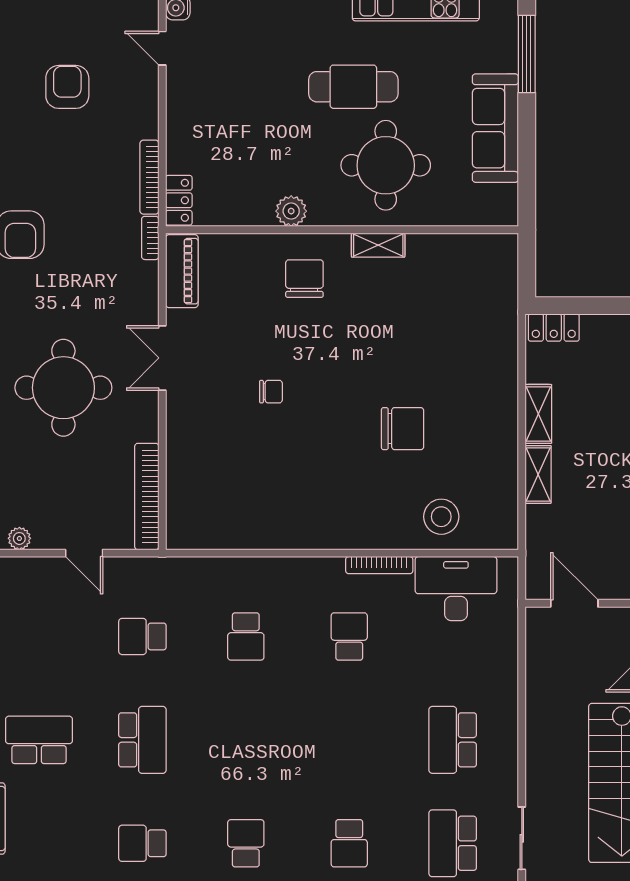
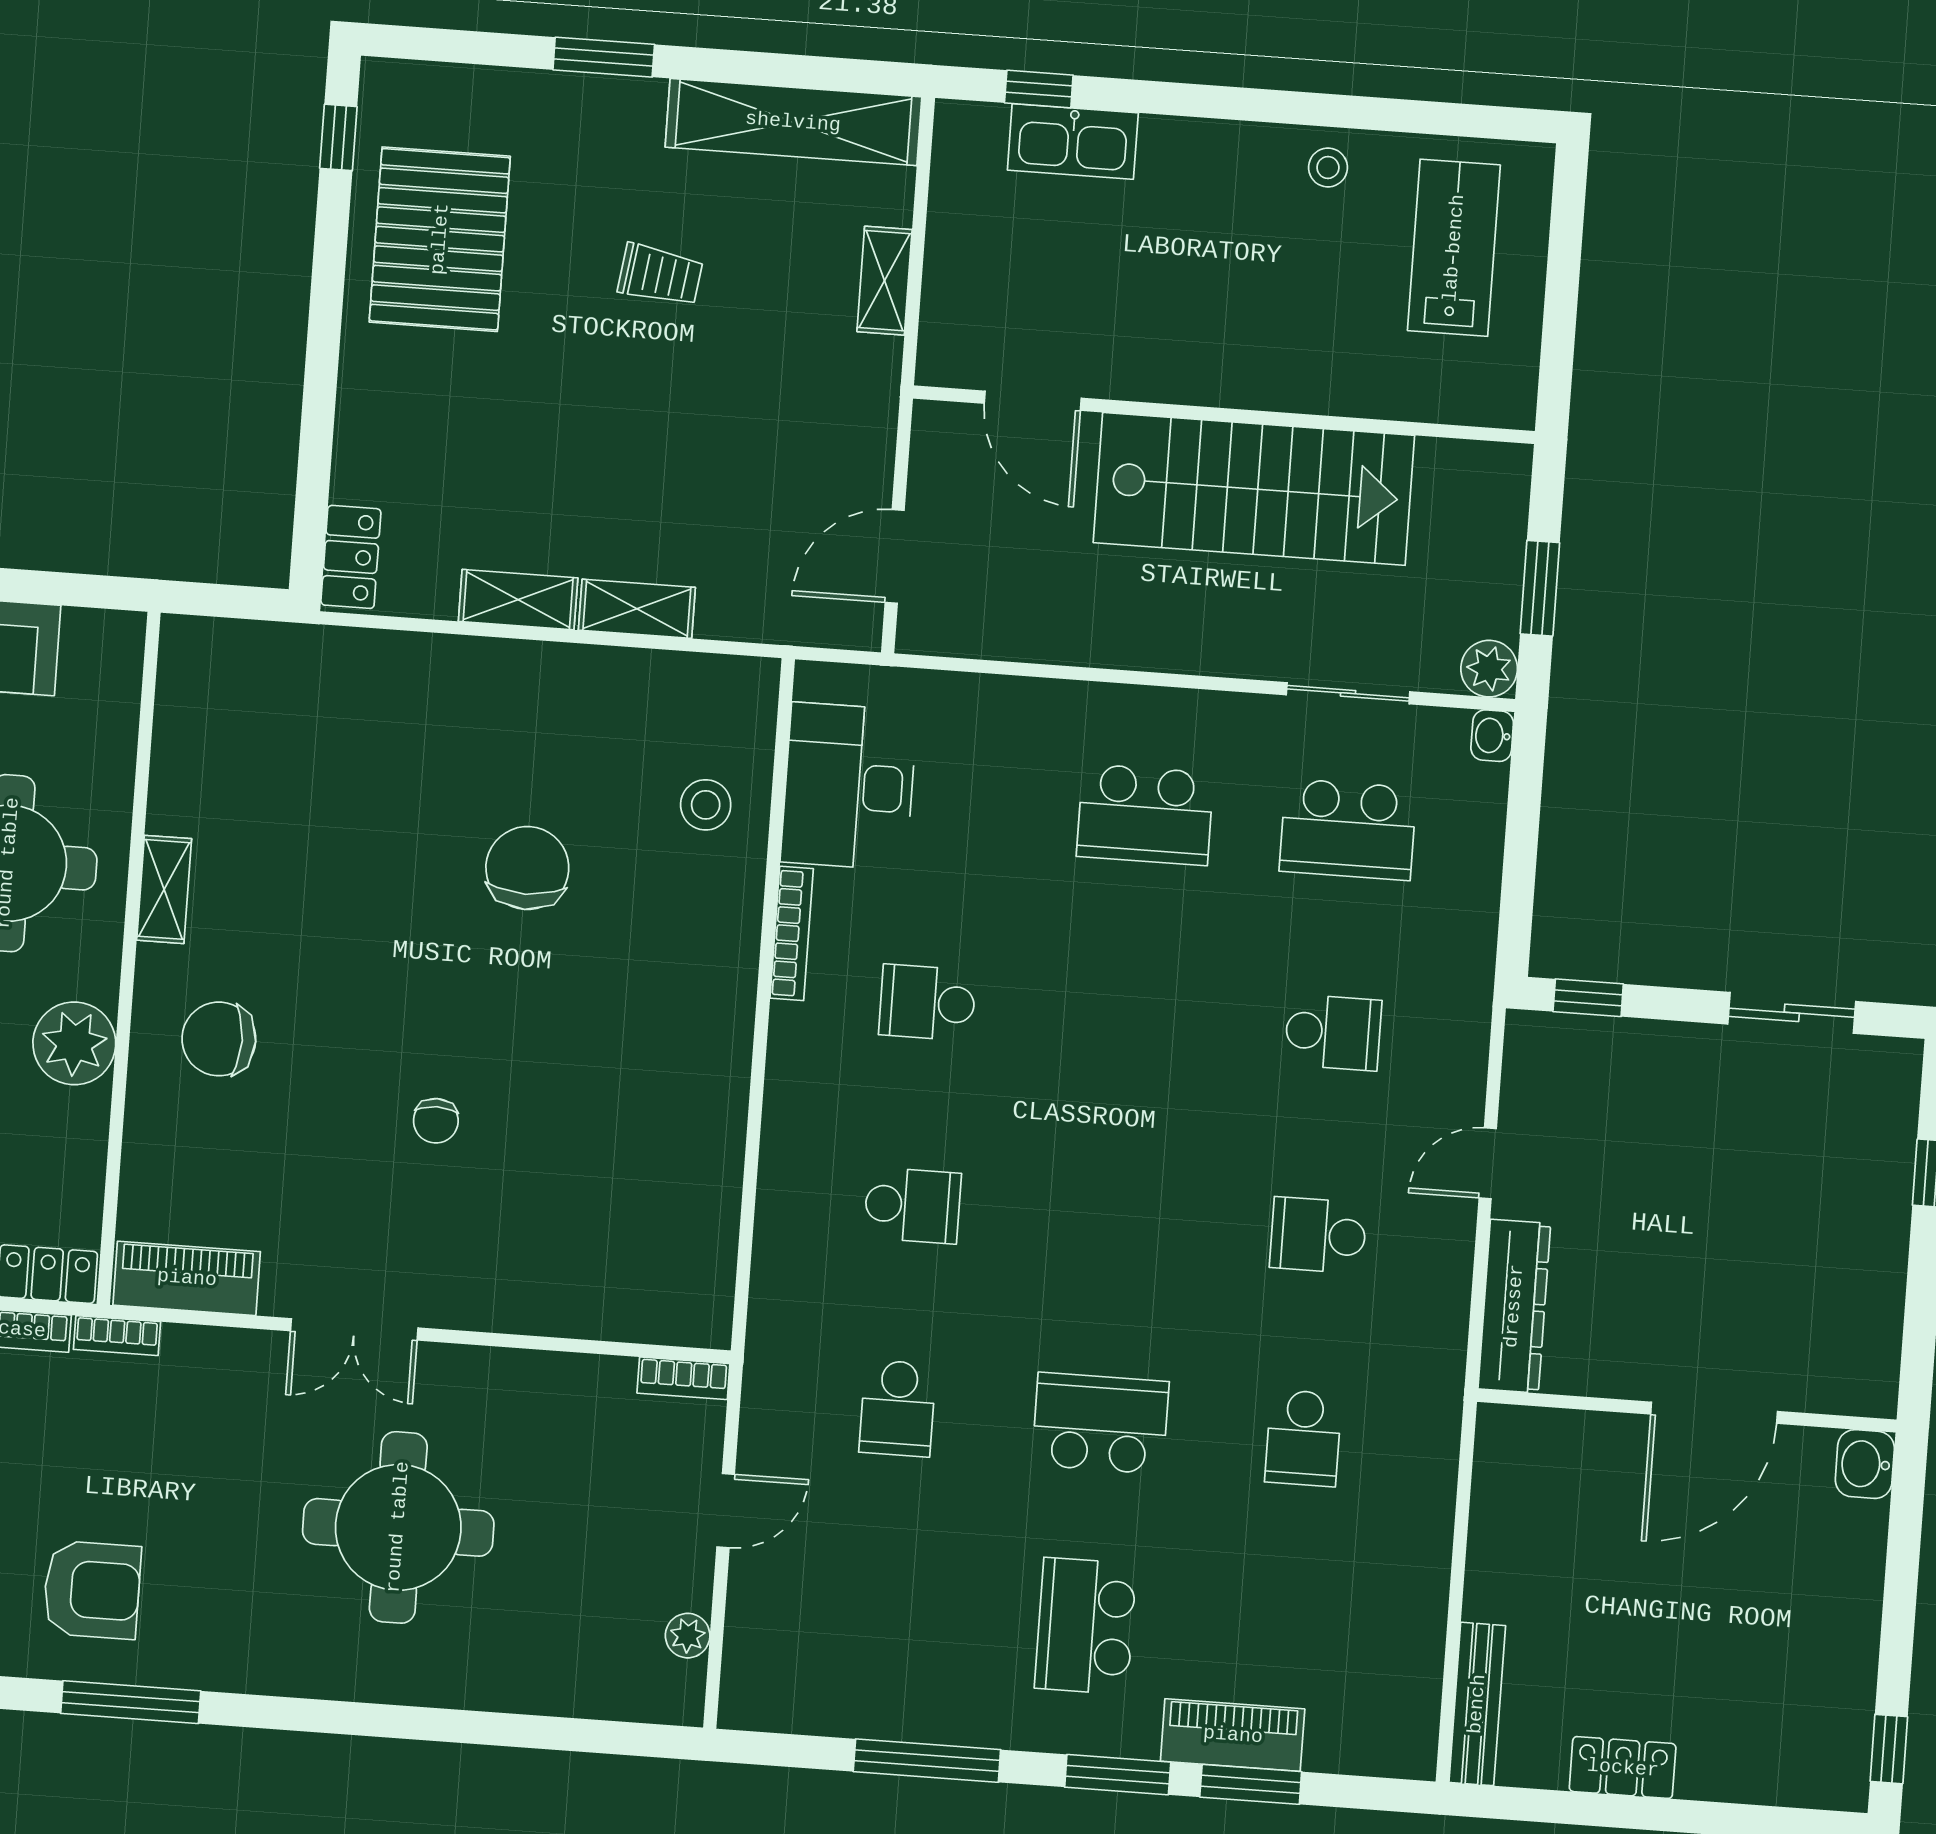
plant: (291, 211) -> (74, 1043), width x1.36, depth x1.36
chair: (271, 392) -> (436, 1121), turned 180
bookcase: (147, 497) -> (683, 1378), width x0.43, depth x0.76
stool: (441, 517) -> (706, 805), width x0.73, depth x0.73

